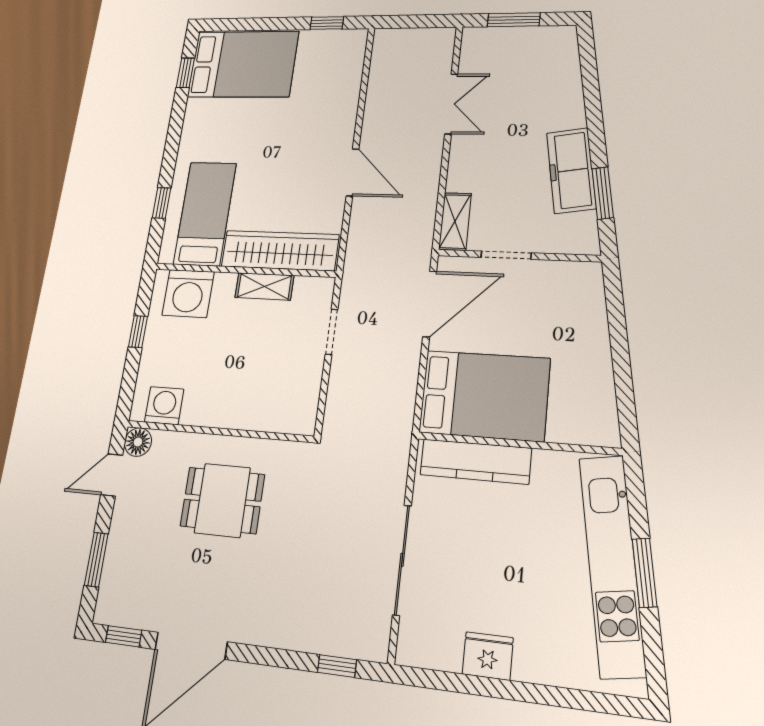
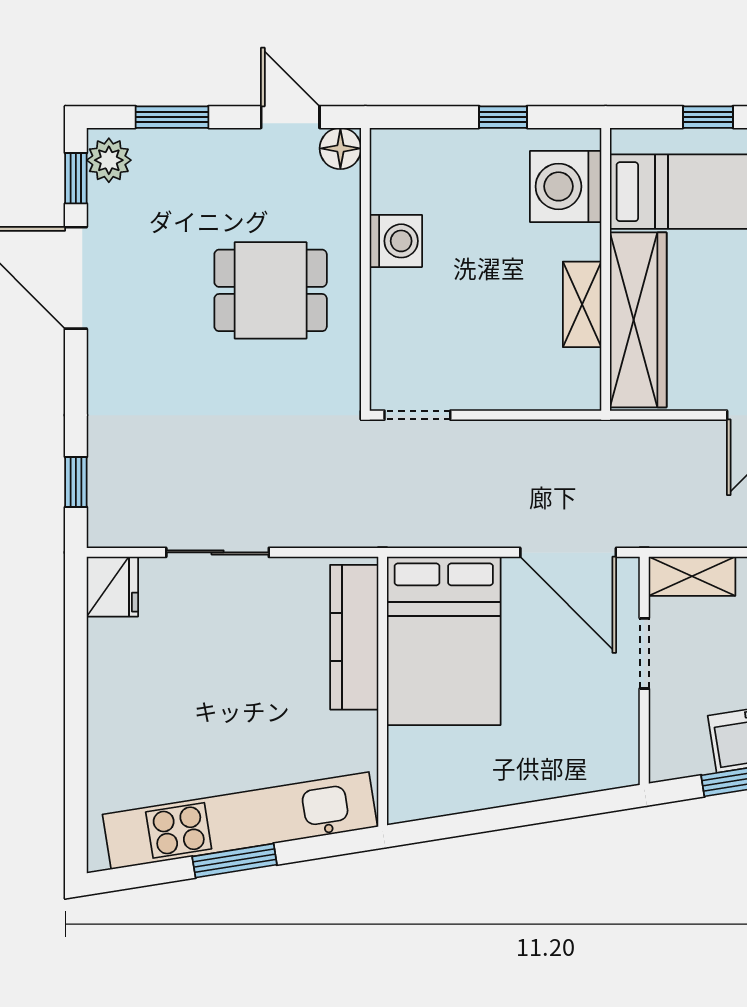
doorway: (331, 332) -> (417, 415), moved
washing machine: (164, 406) -> (396, 241), moved
dining table: (222, 500) -> (271, 290), turned 90
sliding door: (402, 560) -> (218, 552), width x0.73
plant: (116, 610) -> (109, 160), added
fridge: (488, 656) -> (112, 587), moved

